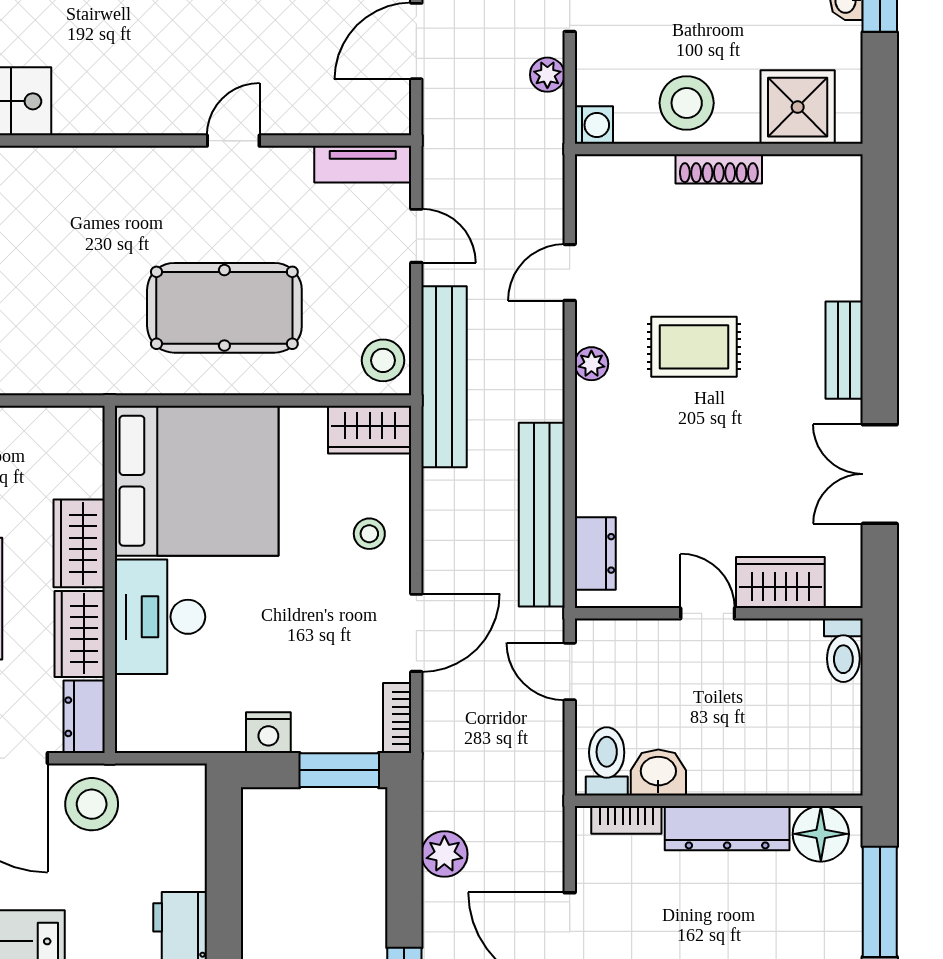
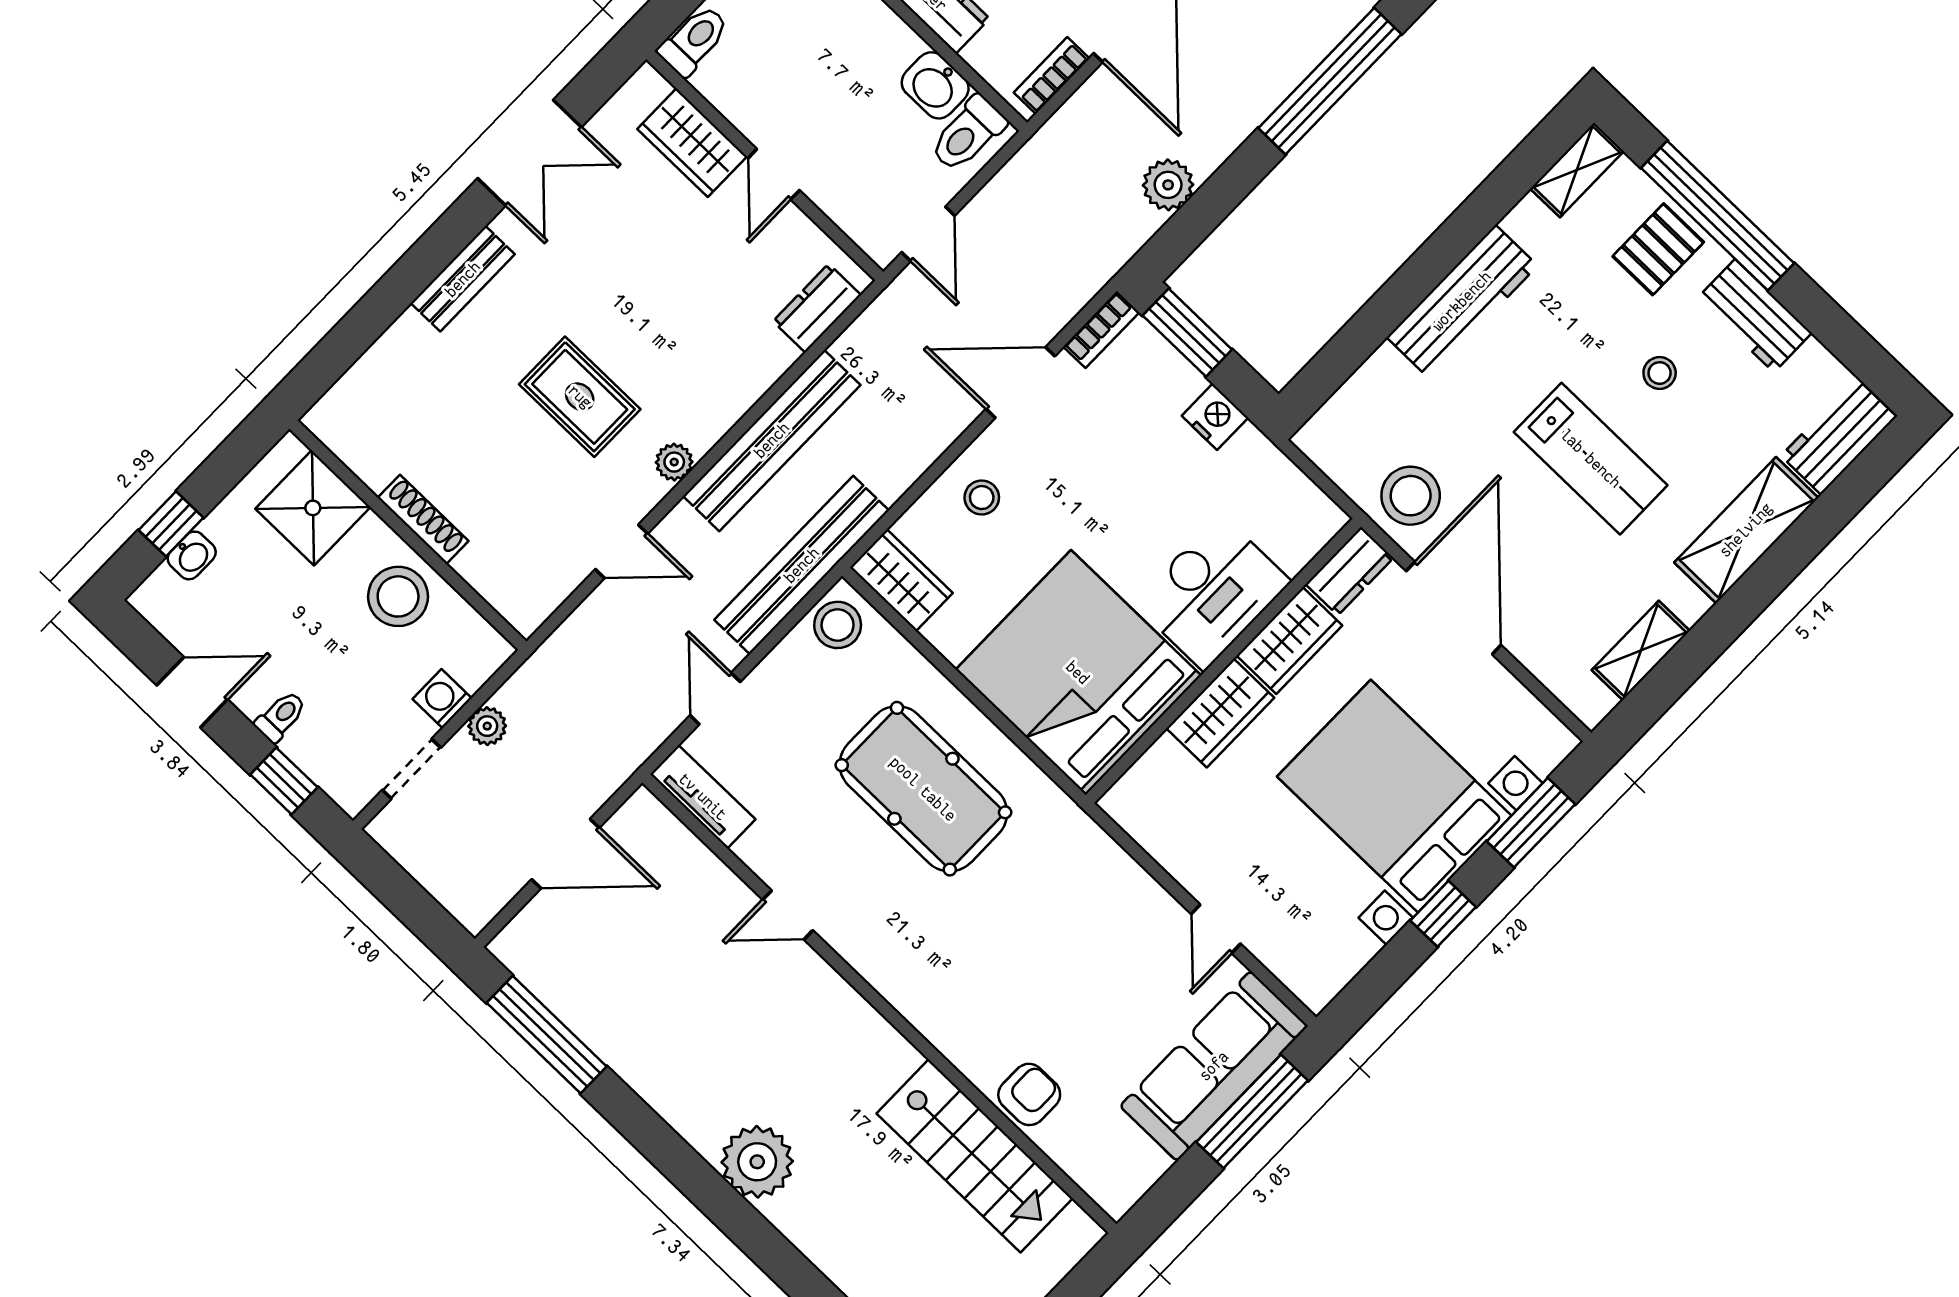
washing machine: (594, 125) -> (442, 699), moved
bench: (542, 515) -> (772, 440), moved
bookcase: (626, 820) -> (1052, 75), moved, turned -90

